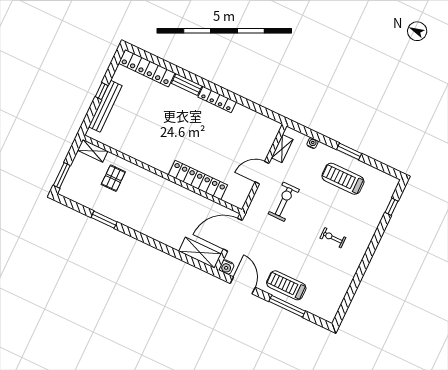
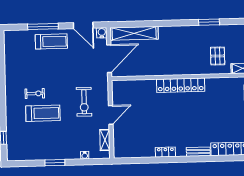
locker: (217, 100) -> (165, 152), width x0.66
treadmill: (343, 179) -> (43, 113), moved
locker: (198, 180) -> (181, 85), moved
shelving: (200, 253) -> (134, 33), width x1.47

